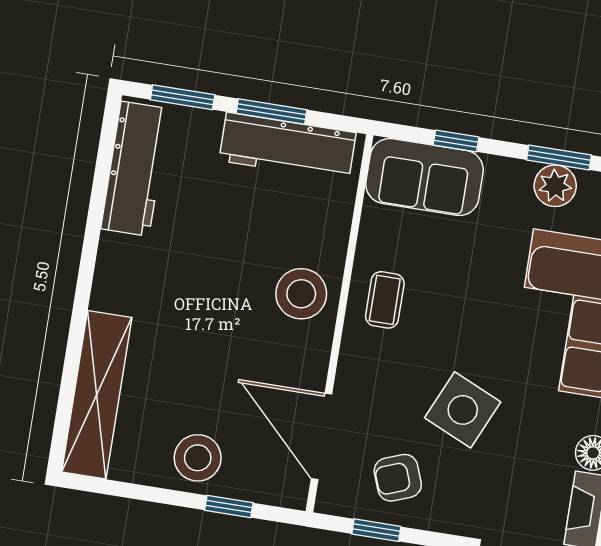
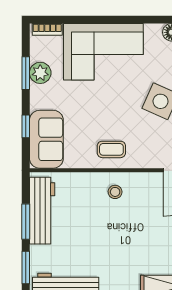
stool: (301, 294) -> (115, 192), width x0.53, depth x0.53

